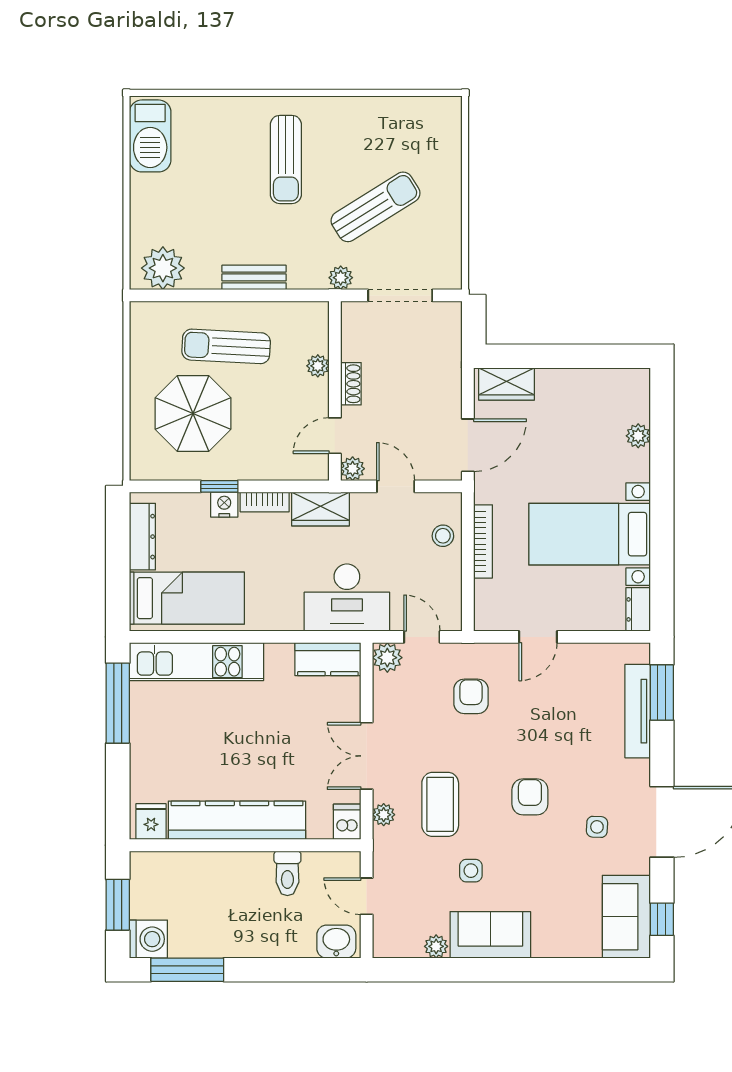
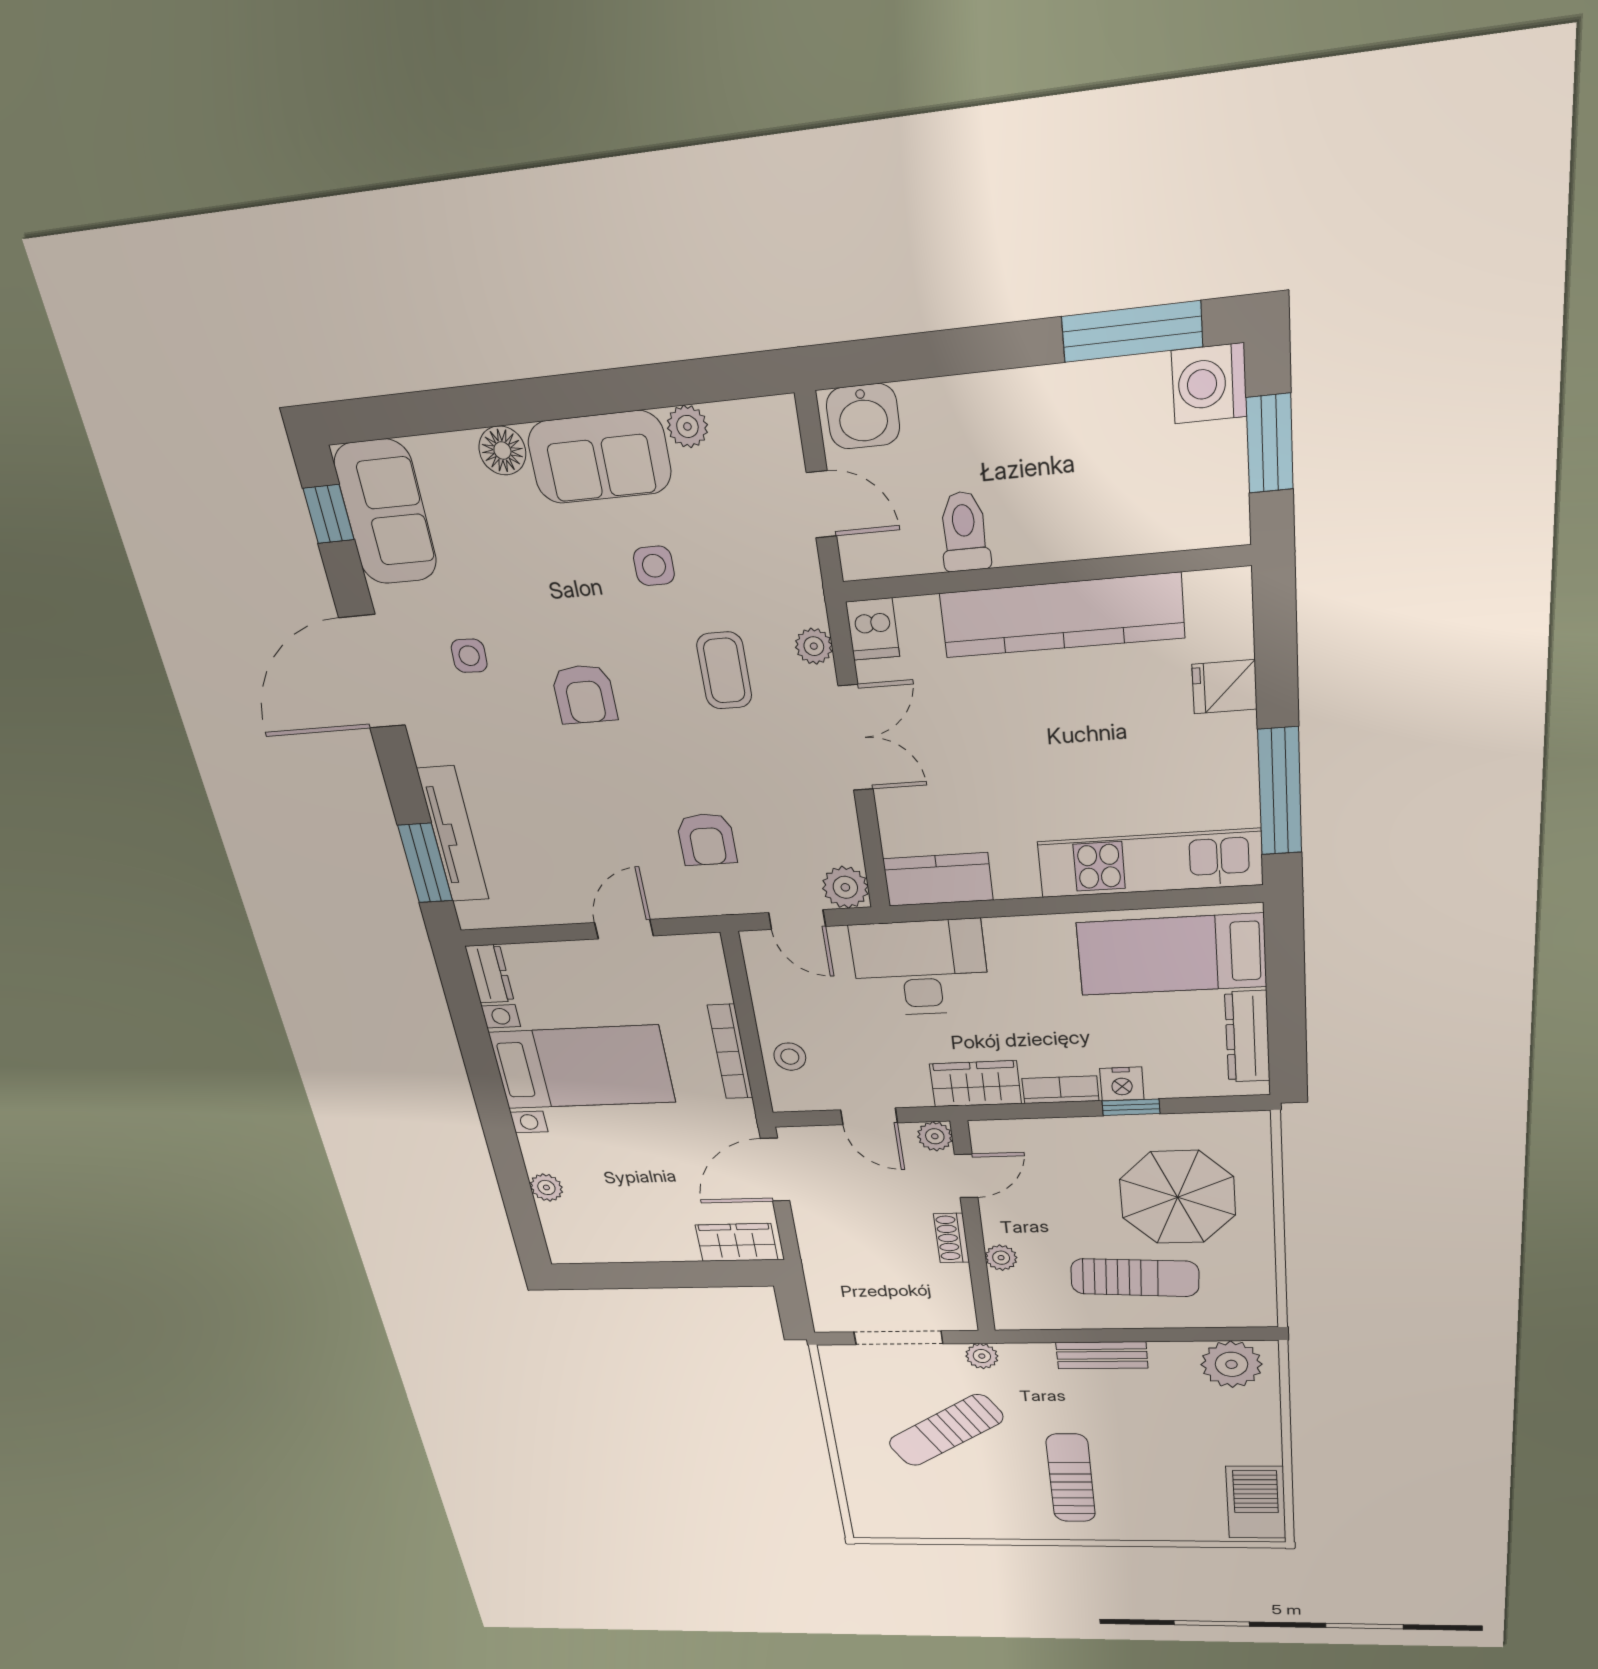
coffee table: (440, 804) -> (724, 671), width x0.73, depth x0.77
fridge: (151, 822) -> (1225, 687), moved, turned 90
floor lamp: (547, 944) -> (502, 451), added

